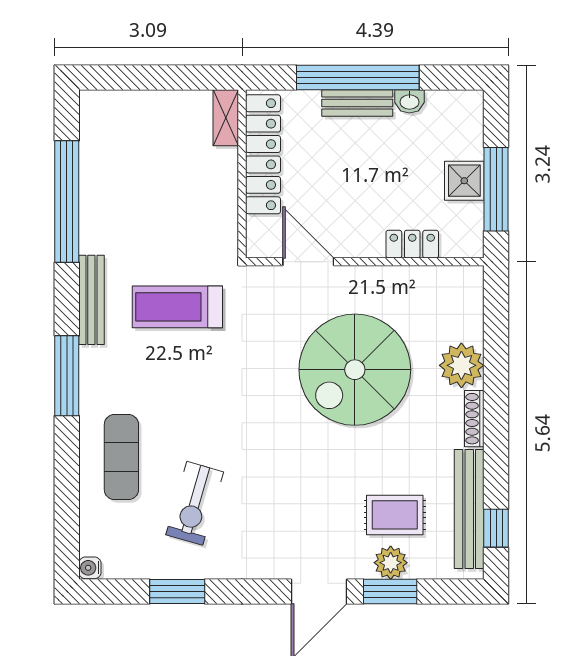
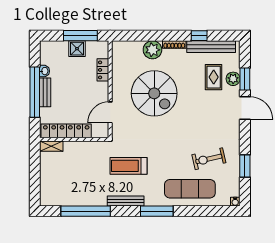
treadmill: (177, 307) -> (129, 166), turned 90
exercise mat: (121, 457) -> (190, 189), width x1.36, depth x1.45
exercise bike: (195, 503) -> (209, 159), turned 151
window: (496, 528) -> (199, 36), moved

